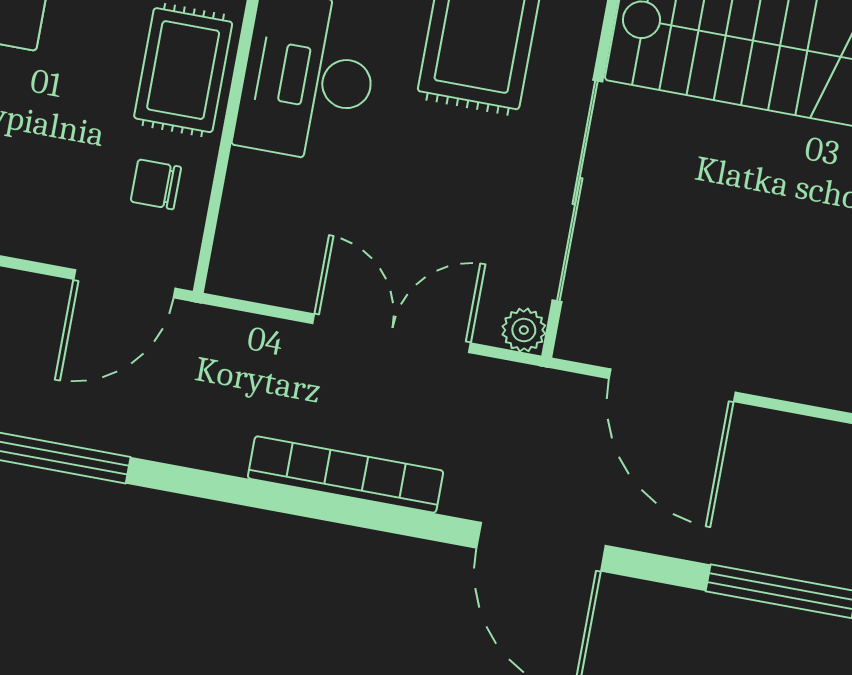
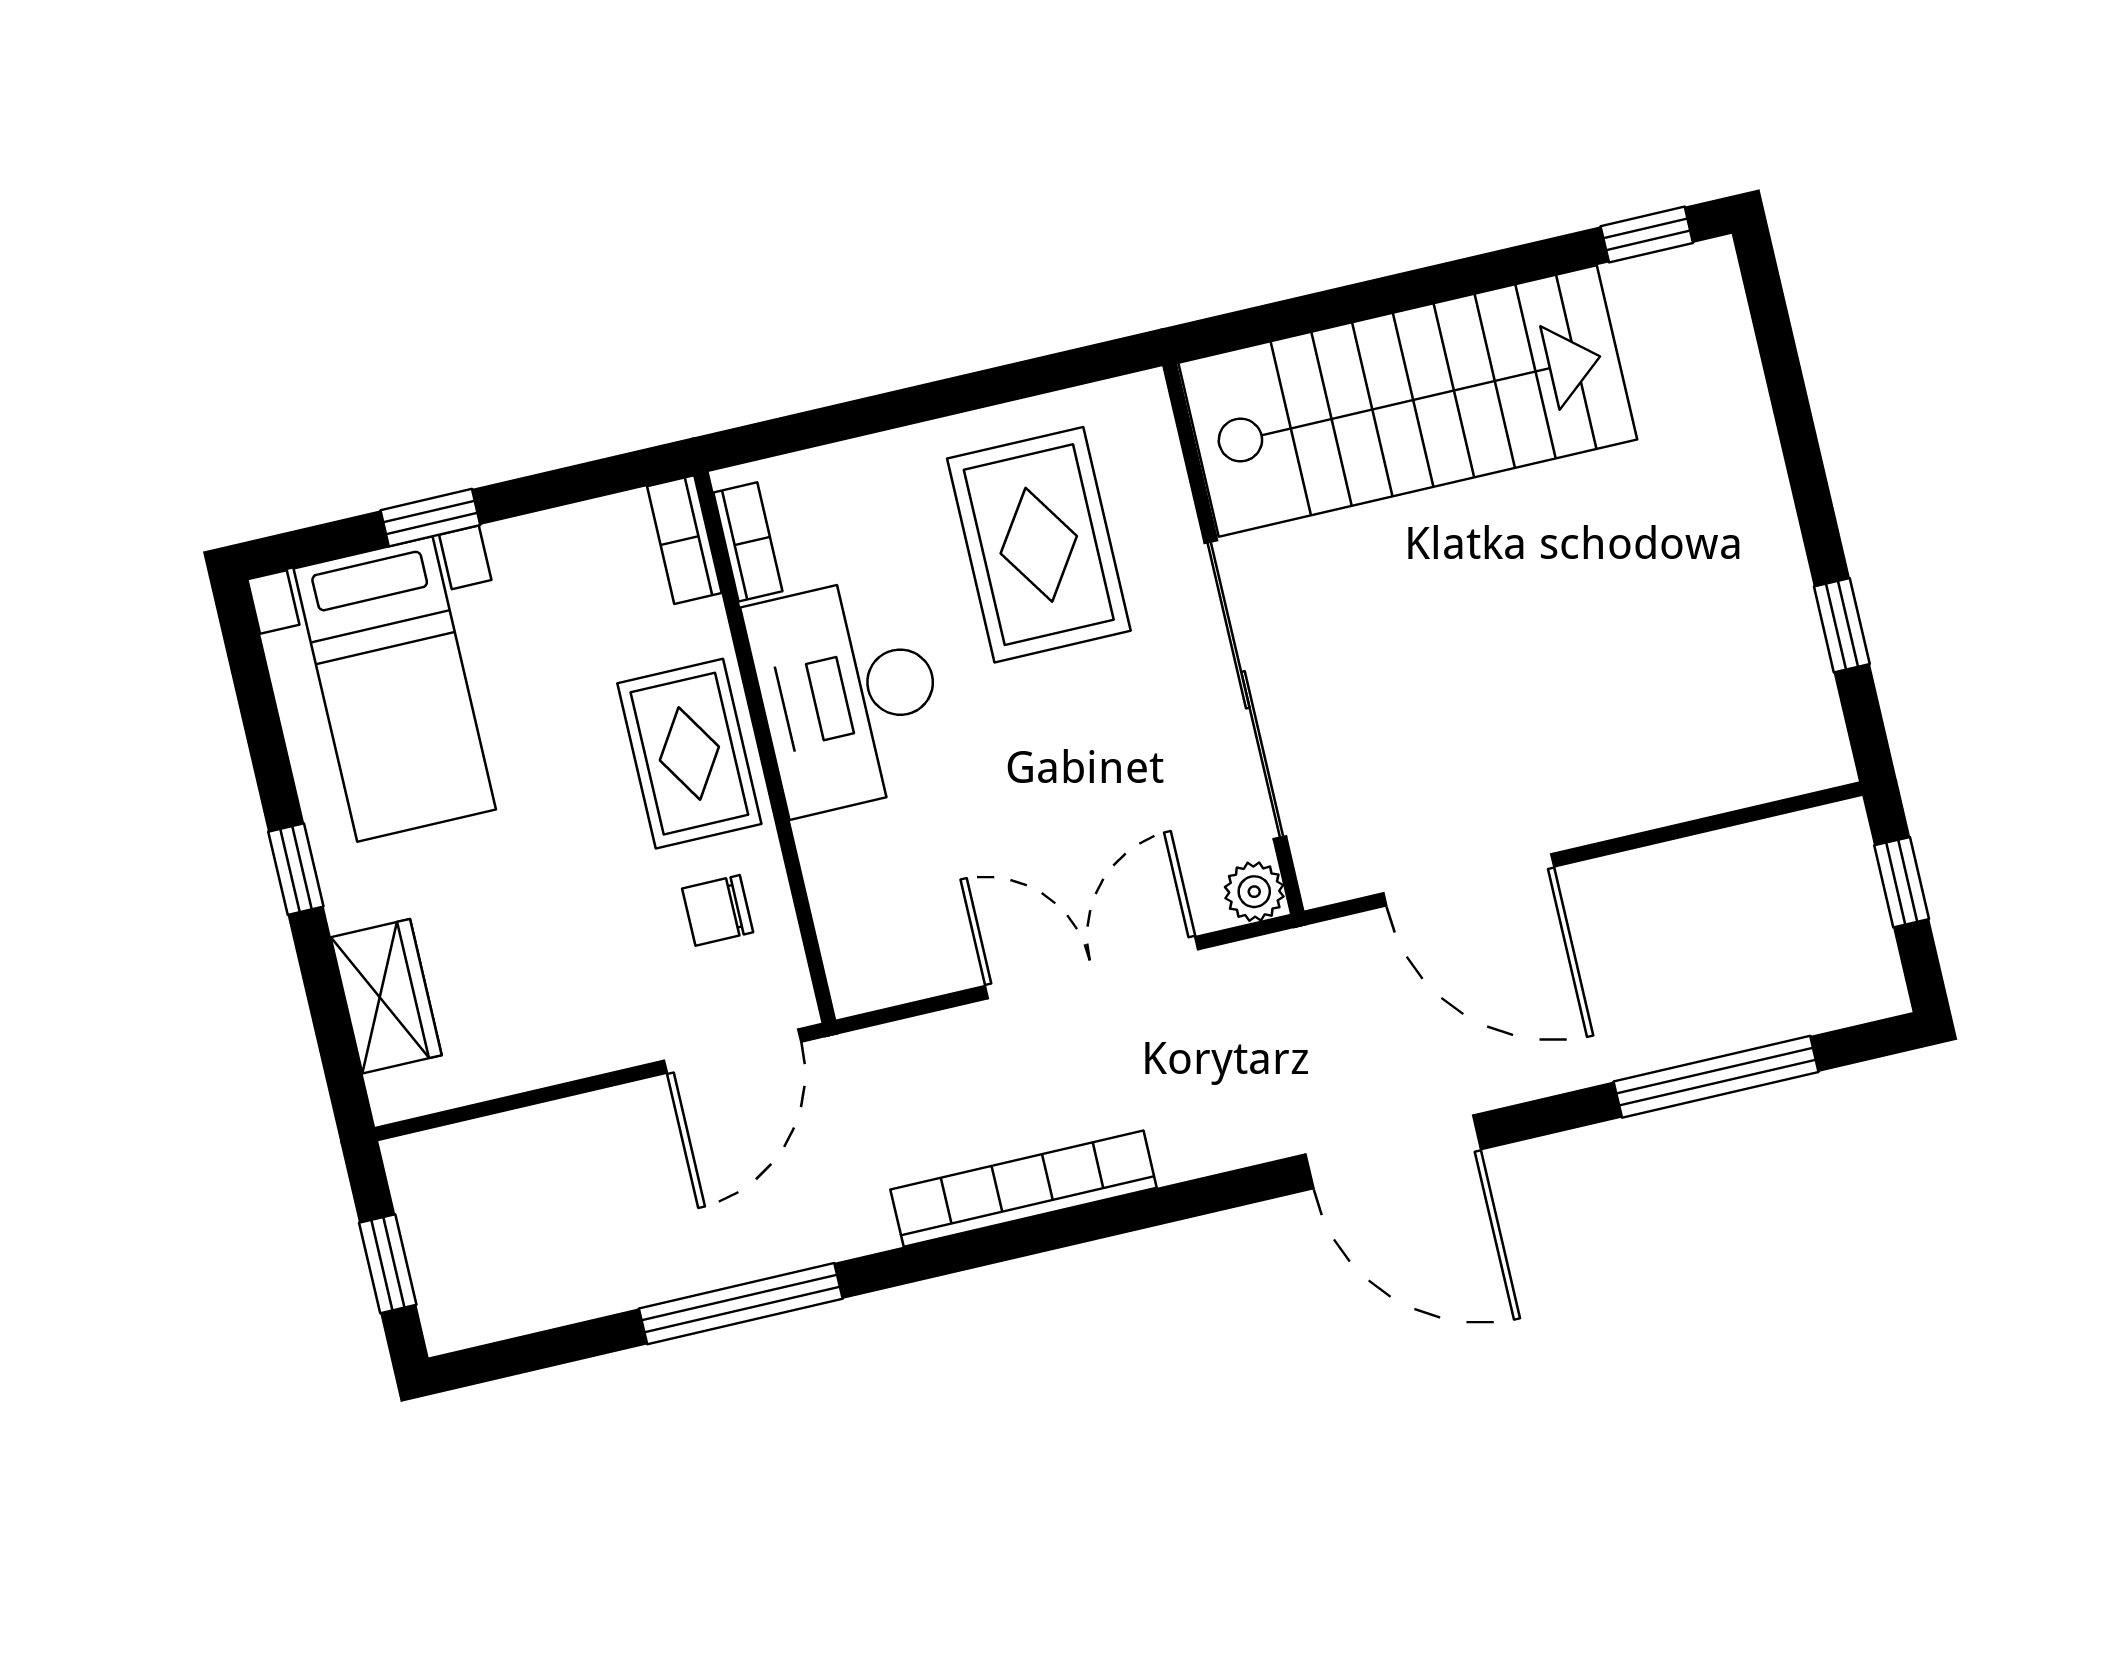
bookcase: (345, 475) -> (1024, 1189), moved

